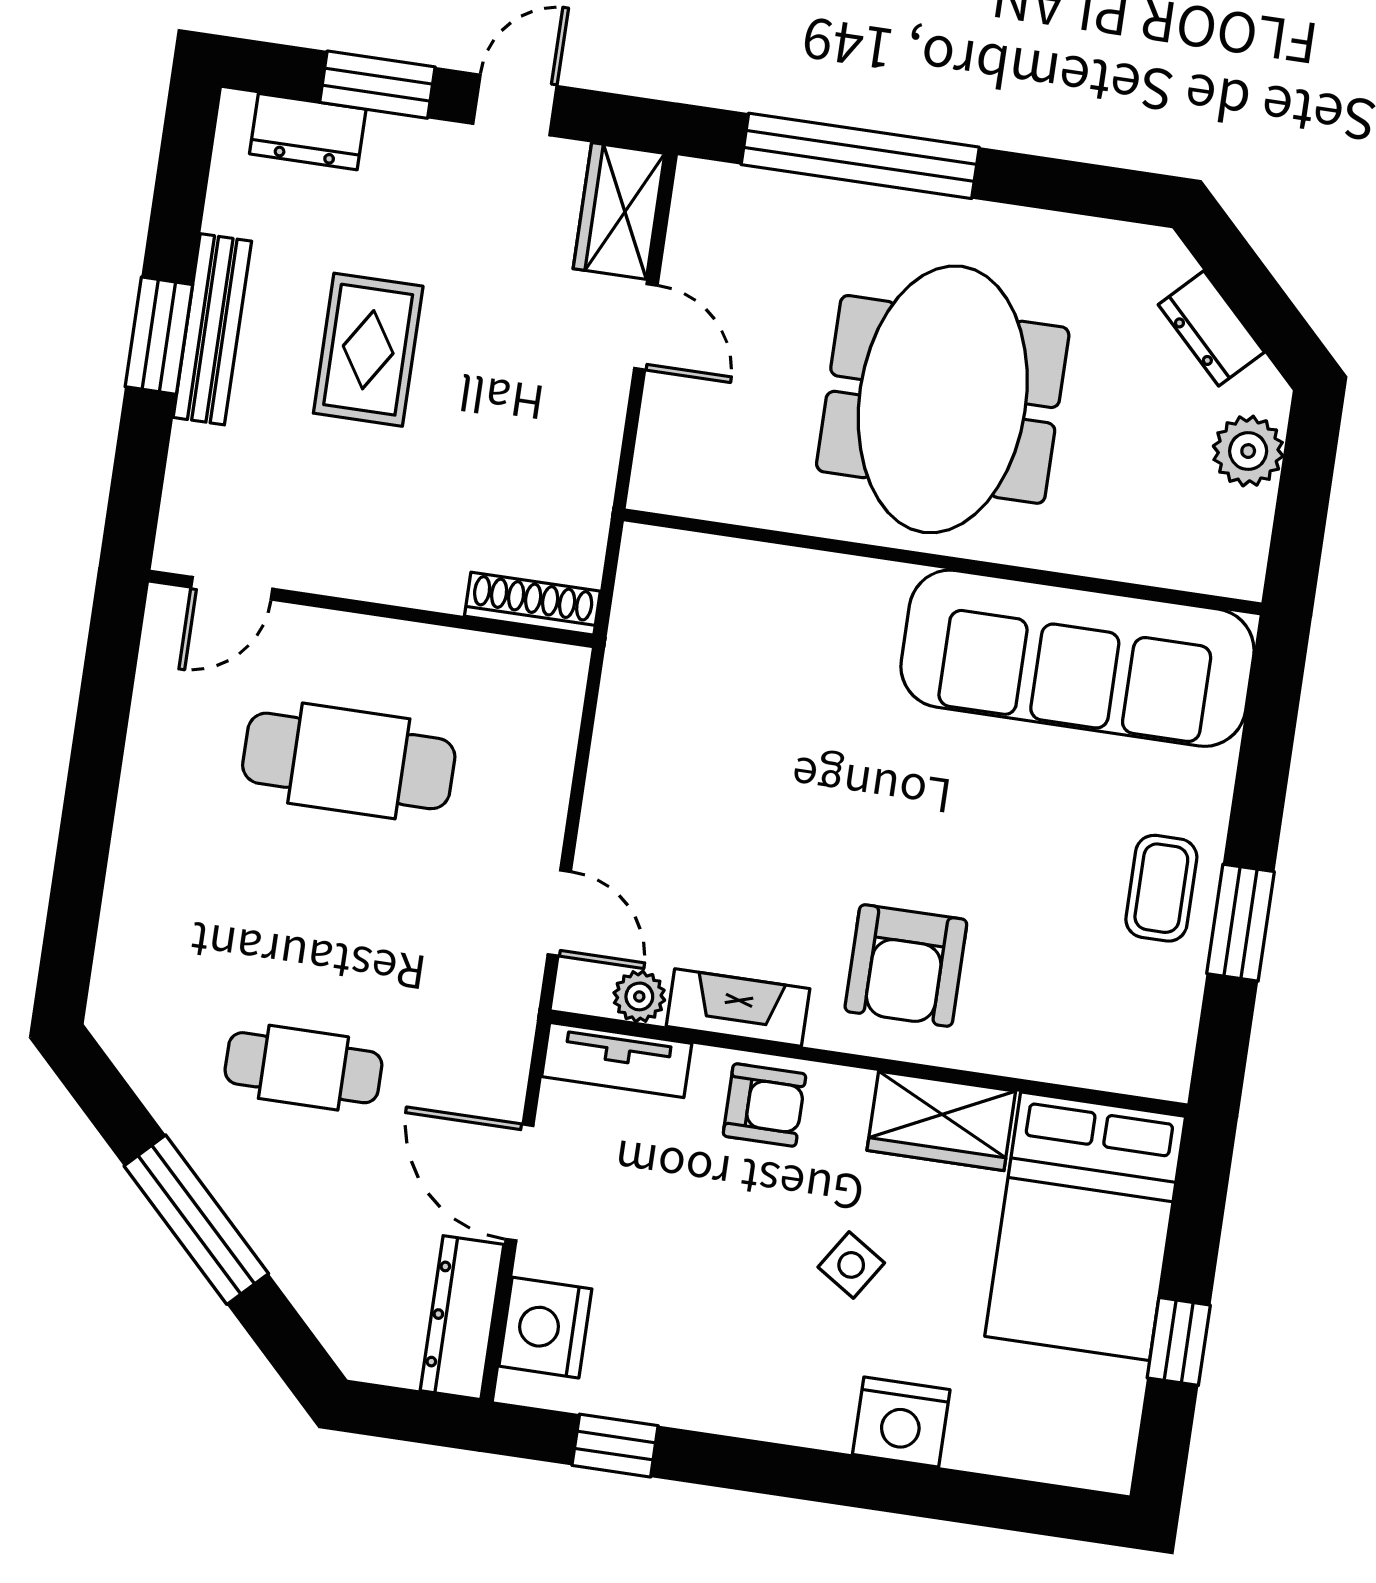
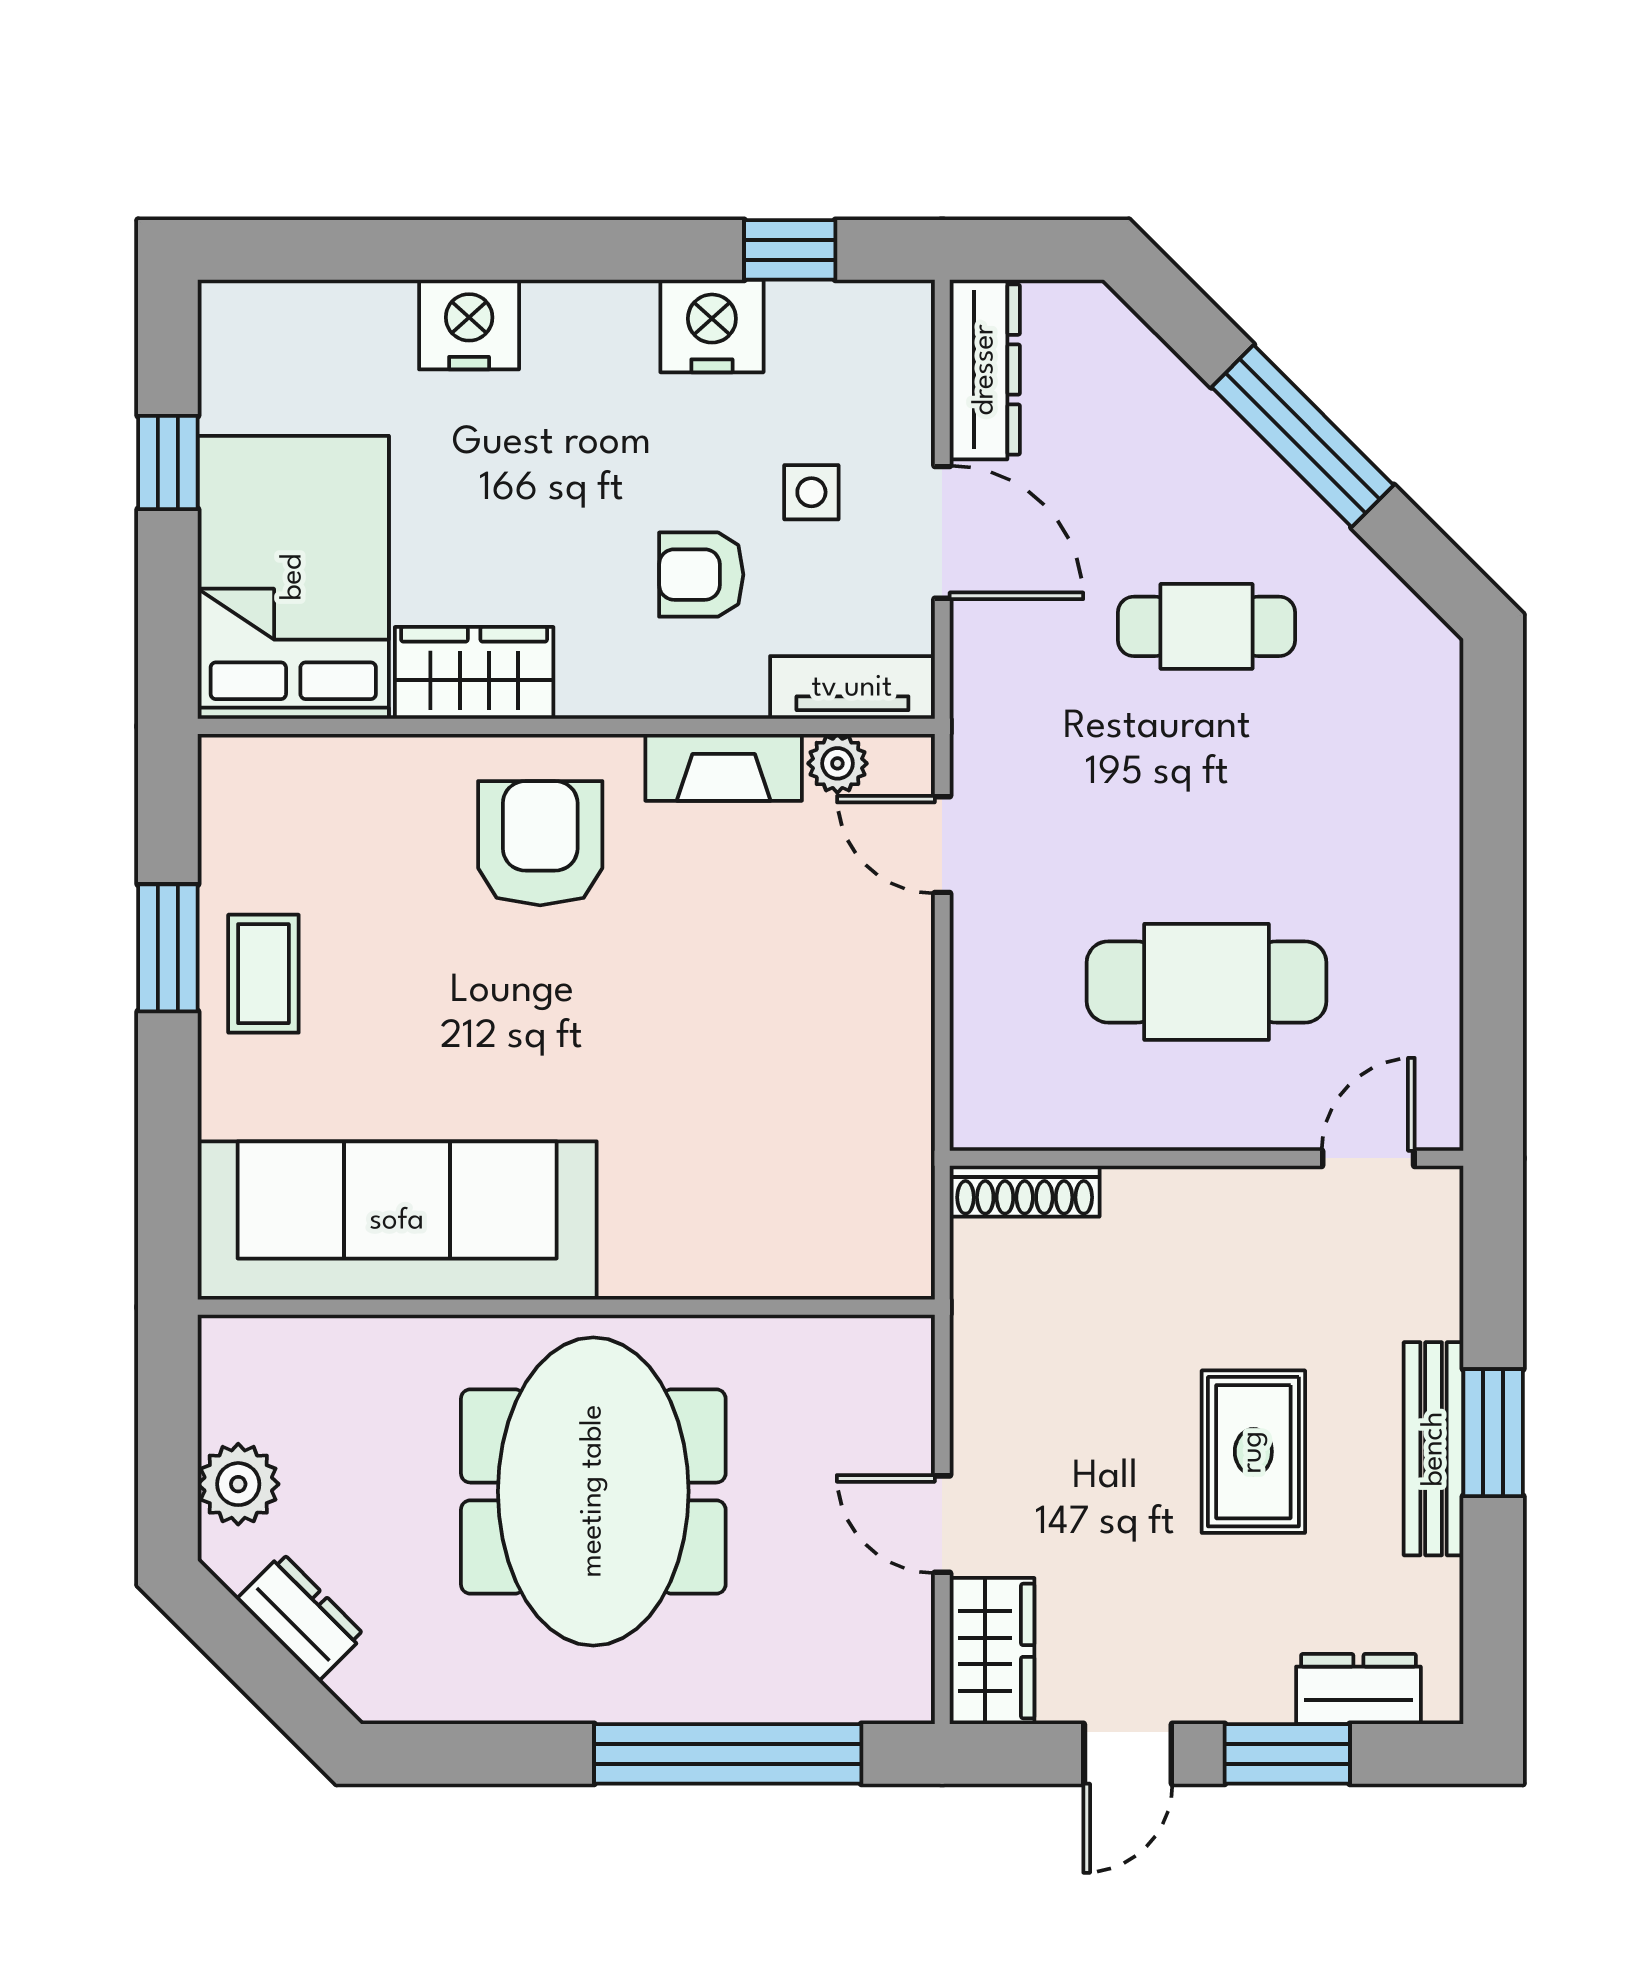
armchair: (765, 1105) -> (701, 575), moved
side table: (851, 1265) -> (811, 492), moved, turned -33
nightstand: (545, 1328) -> (712, 326), moved, turned -90

